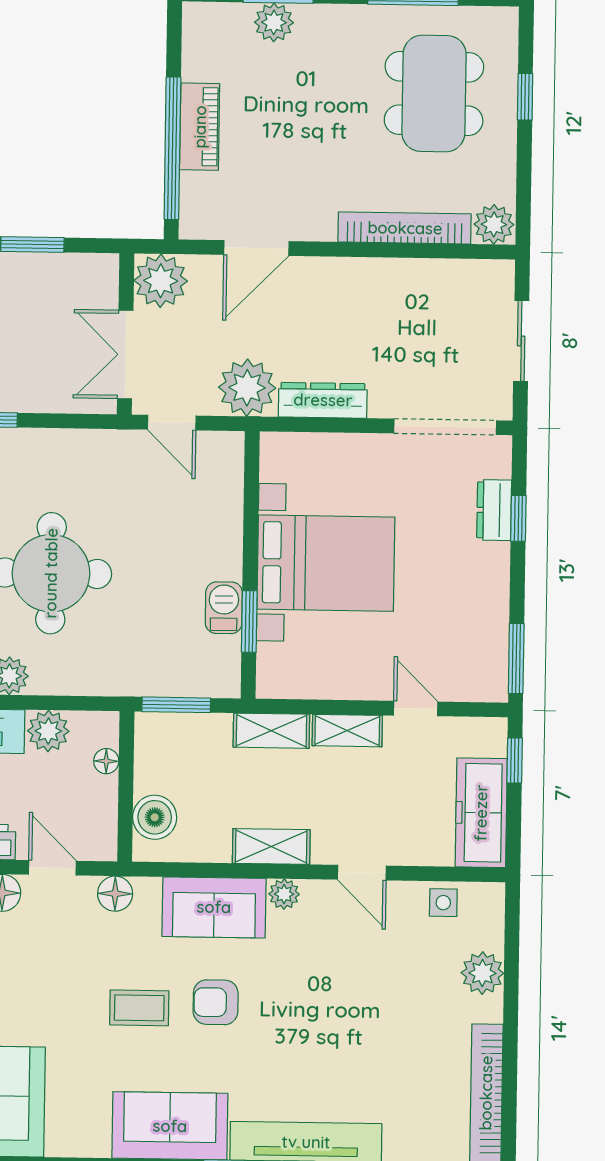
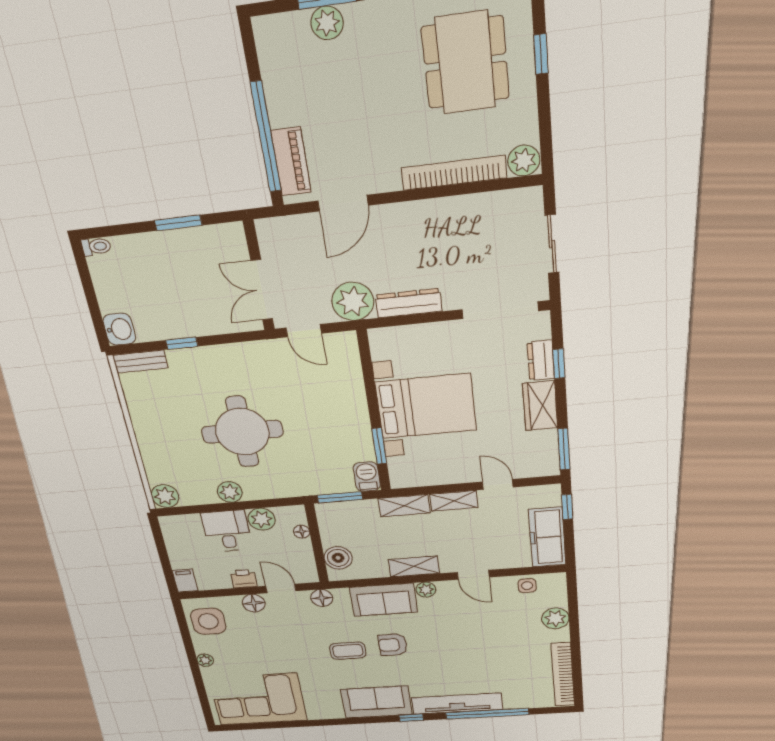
piano: (200, 127) -> (291, 162), moved
plant: (161, 281) -> (277, 236), removed
wardrobe: (488, 582) -> (540, 406), added
barbecue: (224, 608) -> (367, 477), moved

